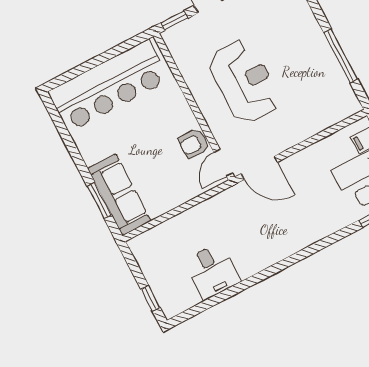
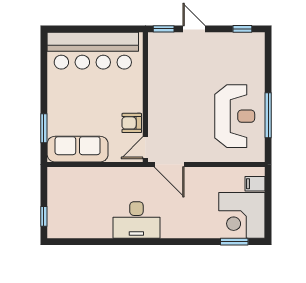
reception desk: (244, 81) -> (235, 116), moved
sofa: (119, 195) -> (78, 149), moved, turned -90
desk: (212, 271) -> (136, 220), moved, width x1.37

